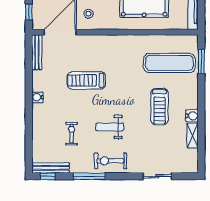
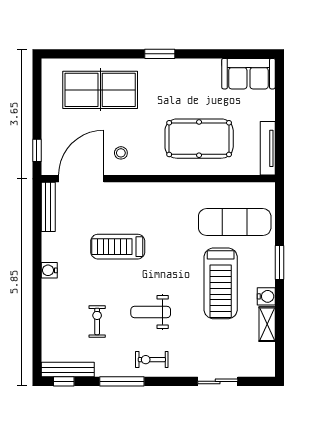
window: (201, 61) -> (279, 262), moved
treadmill: (159, 107) -> (221, 283), width x1.37, depth x1.37
exercise bike: (110, 161) -> (152, 360), width x0.73, depth x0.72

